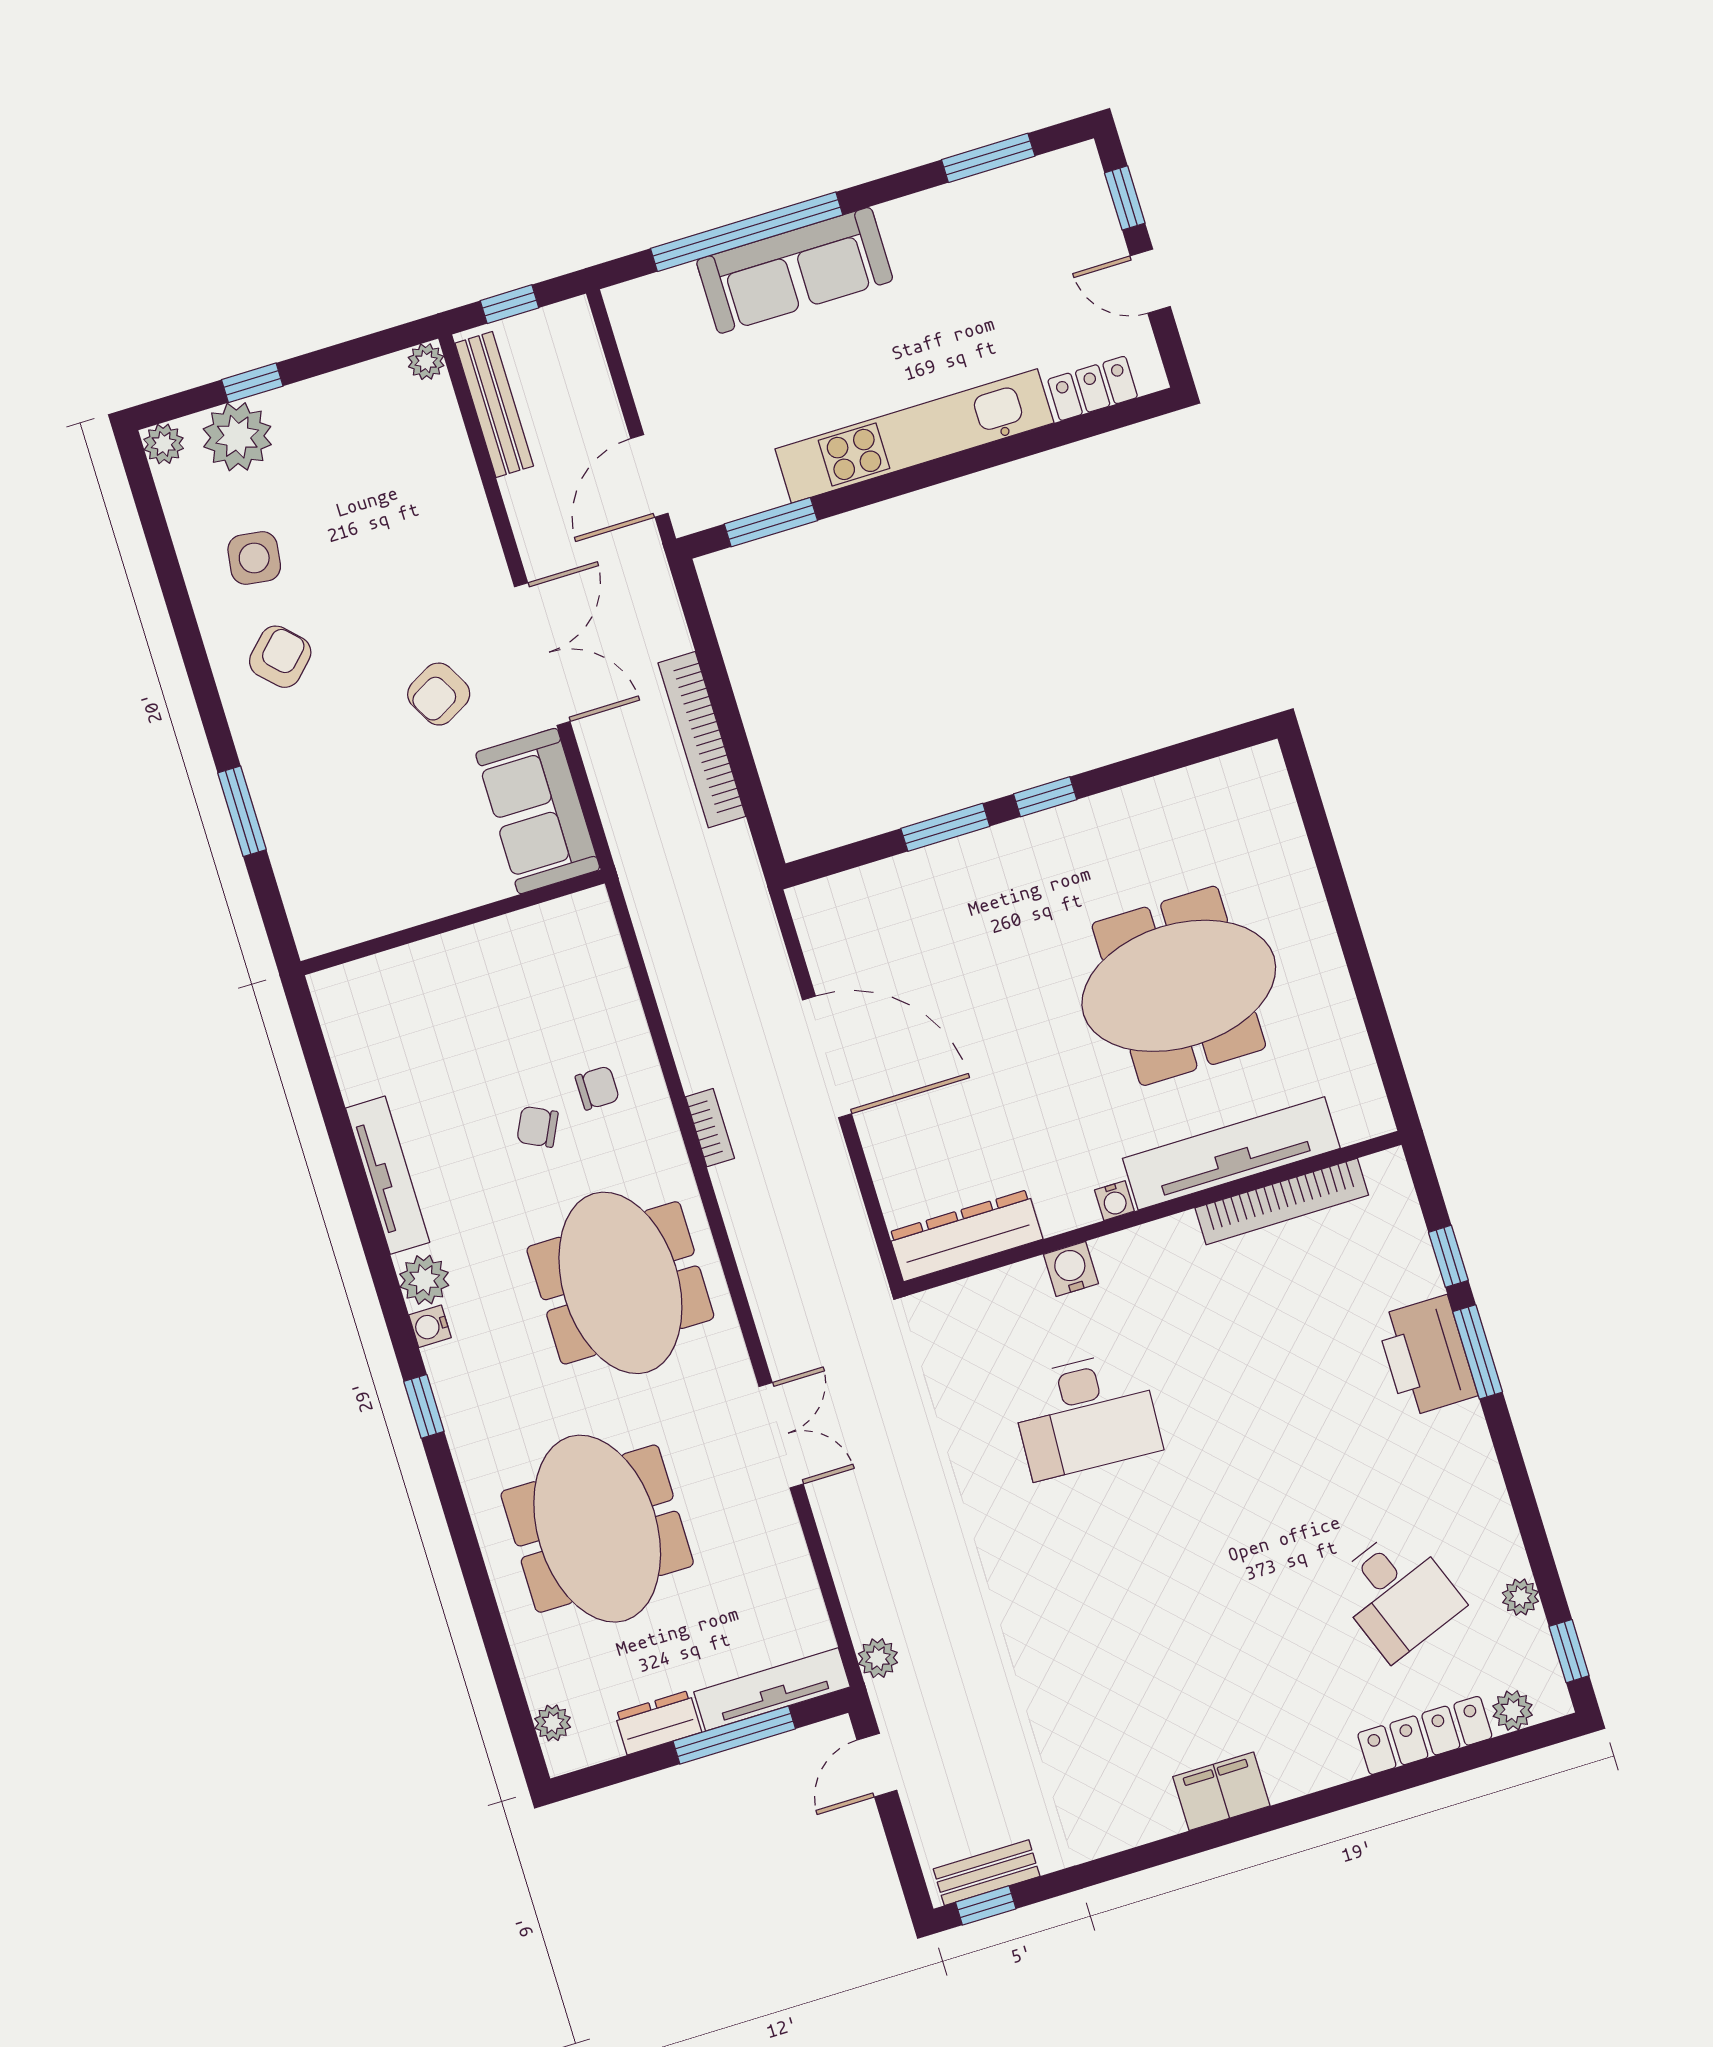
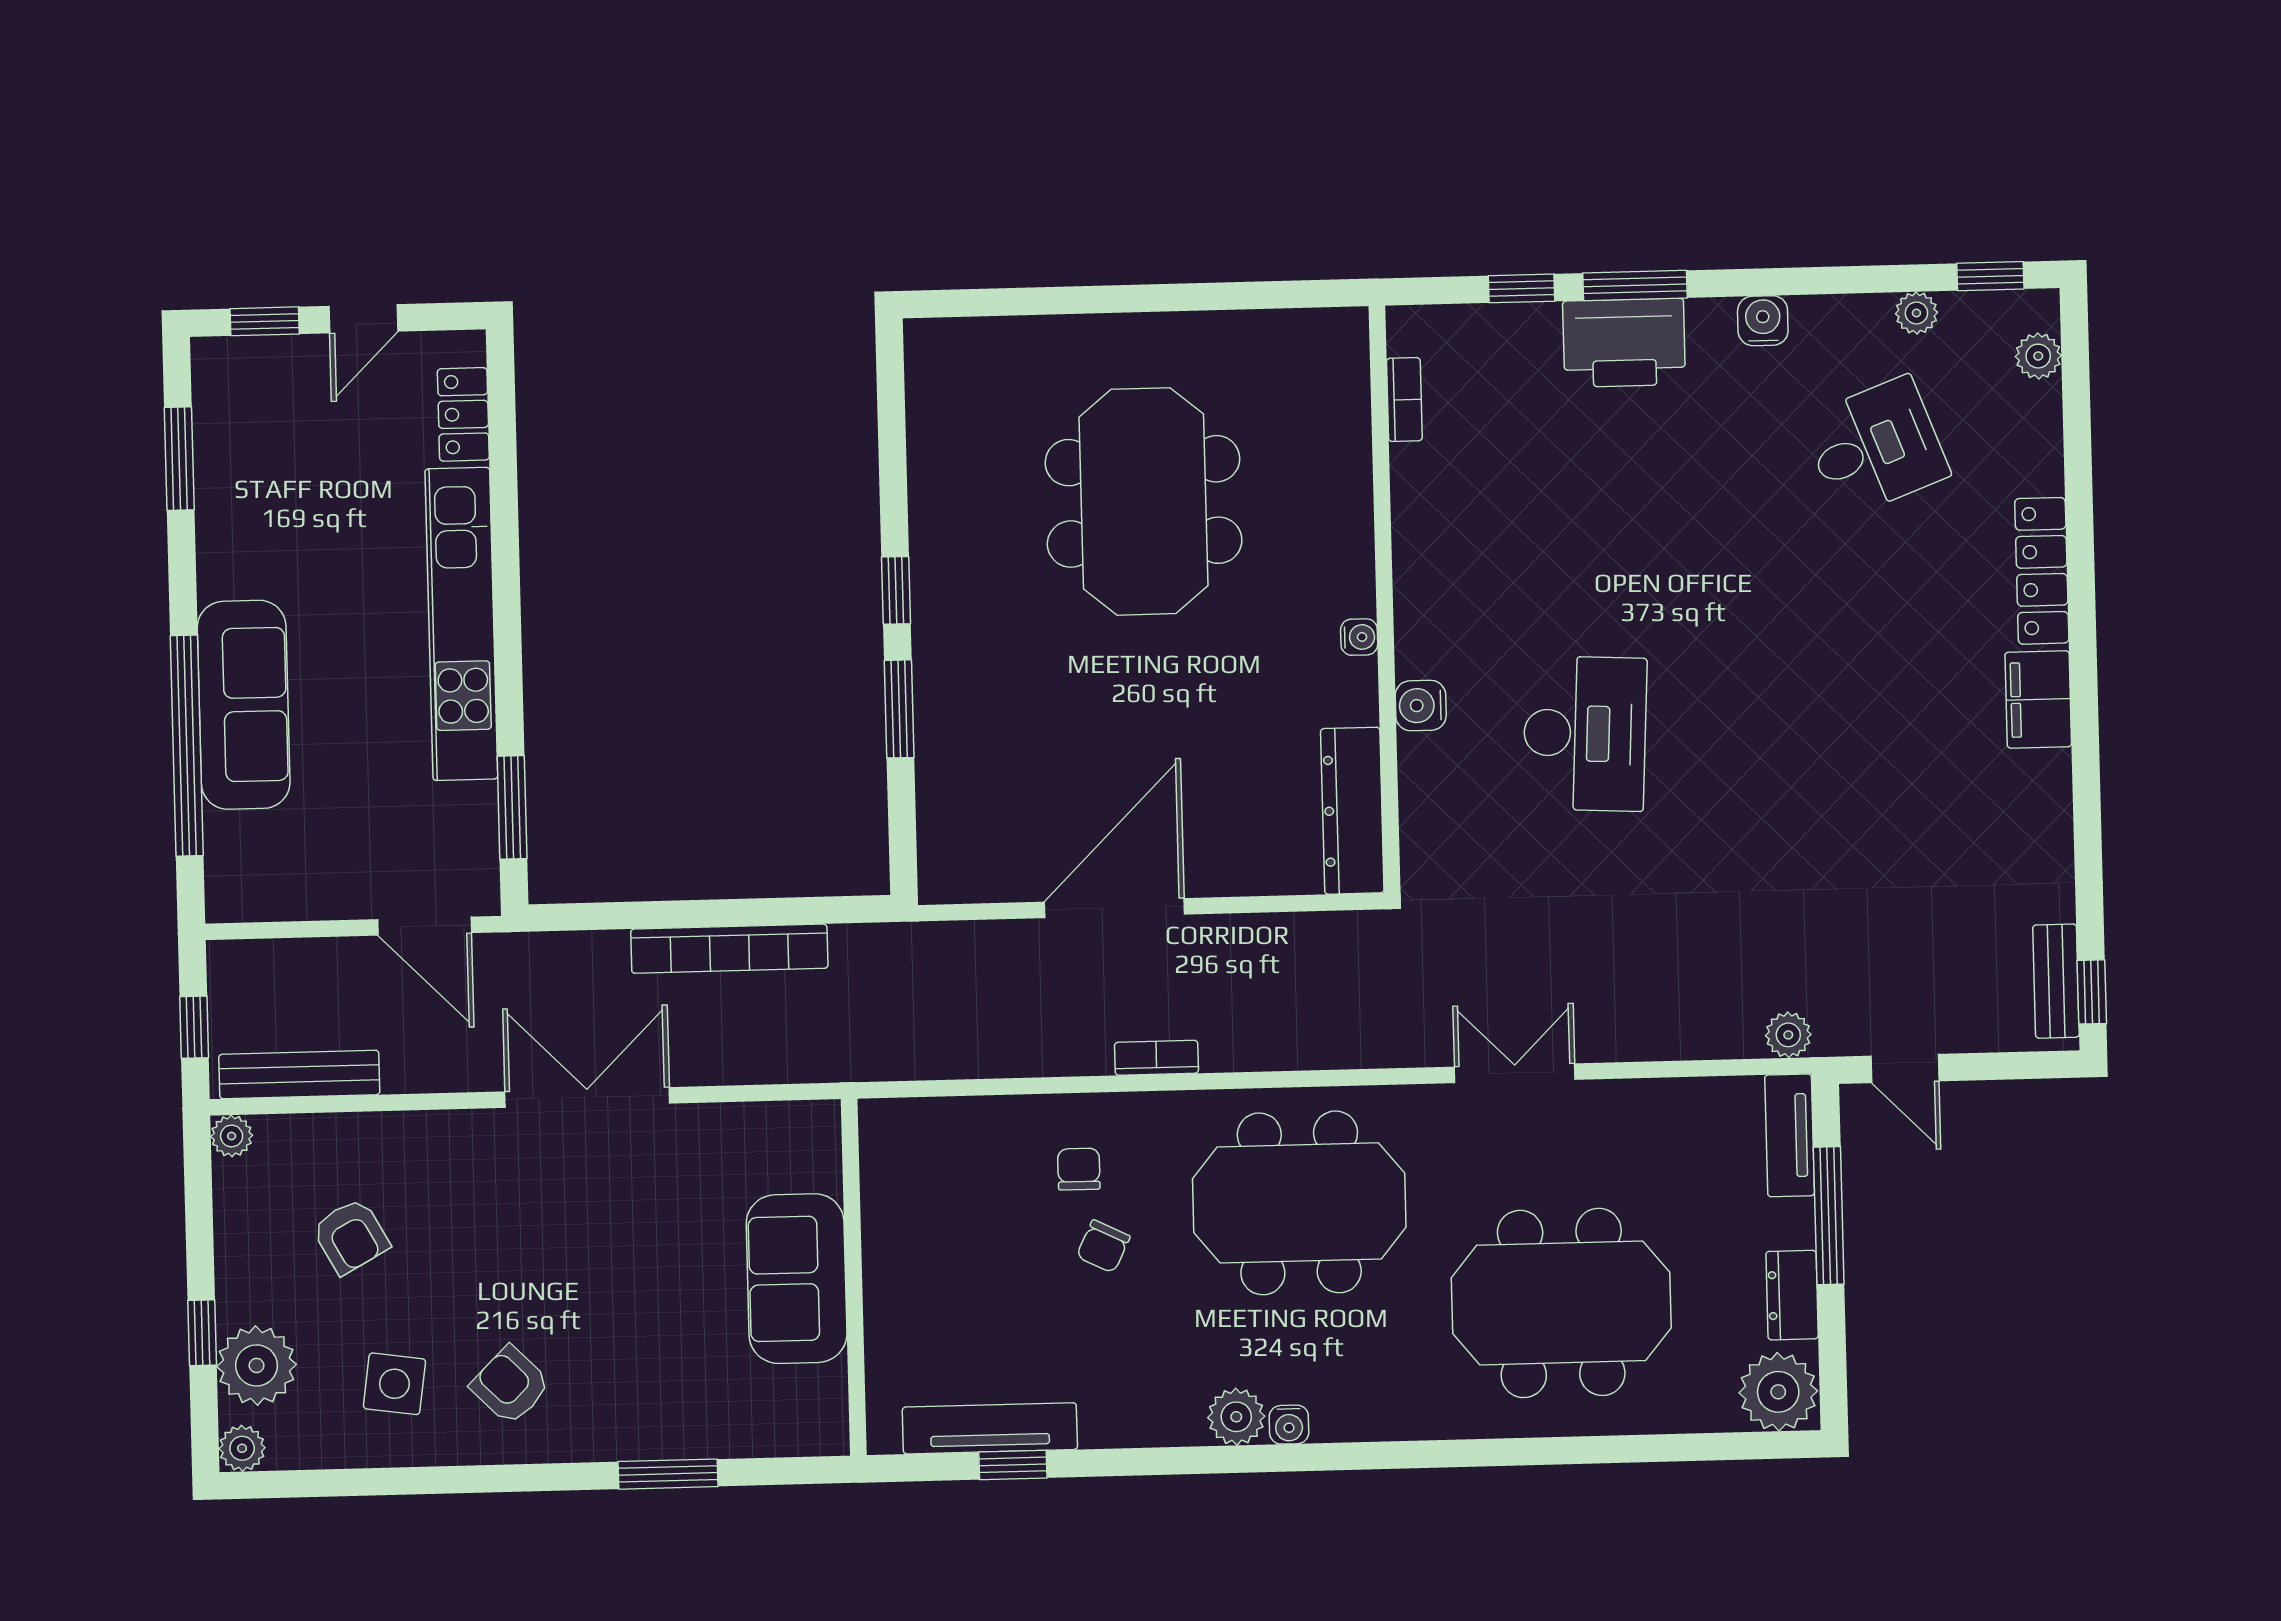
armchair: (439, 694) -> (351, 1236), moved
sofa: (538, 811) -> (797, 1279), moved, turned 90
tv unit: (1231, 1153) -> (1343, 495), removed
tv unit: (388, 1175) -> (990, 1428), moved
bookcase: (1282, 1202) -> (1404, 400), width x0.43, depth x0.76
window: (424, 1406) -> (1013, 1465), moved
water cooler: (1478, 1469) -> (1763, 321), added
tv unit: (772, 1689) -> (1790, 1135), width x0.71
plant: (553, 1723) -> (1778, 1392), width x1.88, depth x1.88
locker: (1425, 1735) -> (2042, 571), moved

